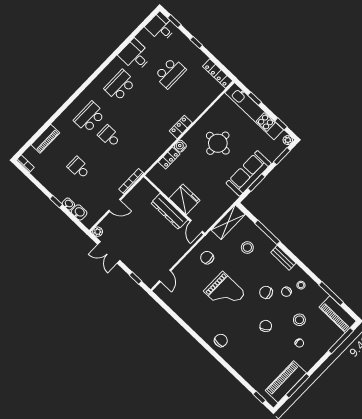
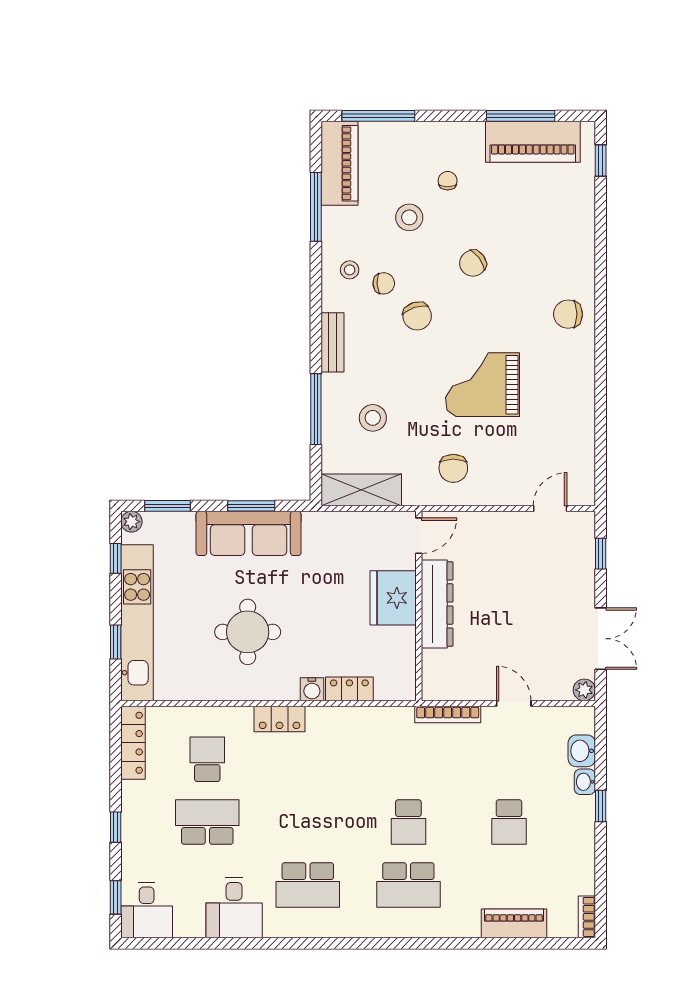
school desk: (190, 92) -> (207, 759), added
grand piano: (225, 292) -> (483, 385), turned -90

